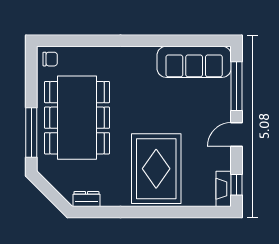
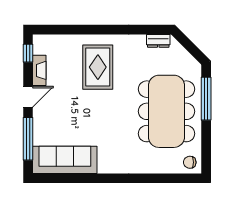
rug: (156, 169) -> (98, 67), width x0.73, depth x0.69
fireplace: (224, 189) -> (39, 70), moved

